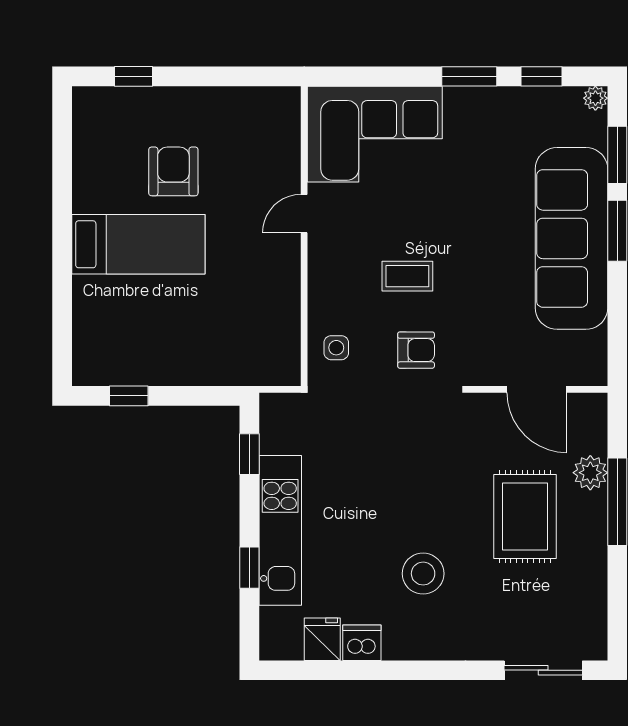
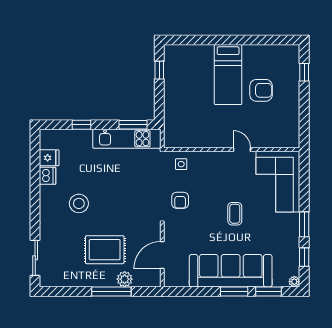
coffee table: (407, 276) -> (235, 214), moved
window: (249, 454) -> (133, 125), width x1.50
kitchen unit: (280, 530) -> (127, 139), moved

